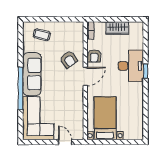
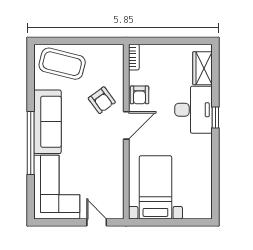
wardrobe: (117, 28) -> (202, 68), moved, turned 90
coffee table: (42, 35) -> (62, 64), width x1.86, depth x1.72

